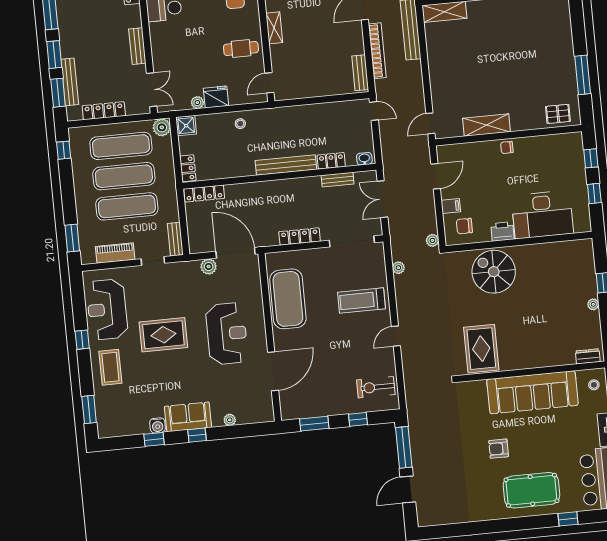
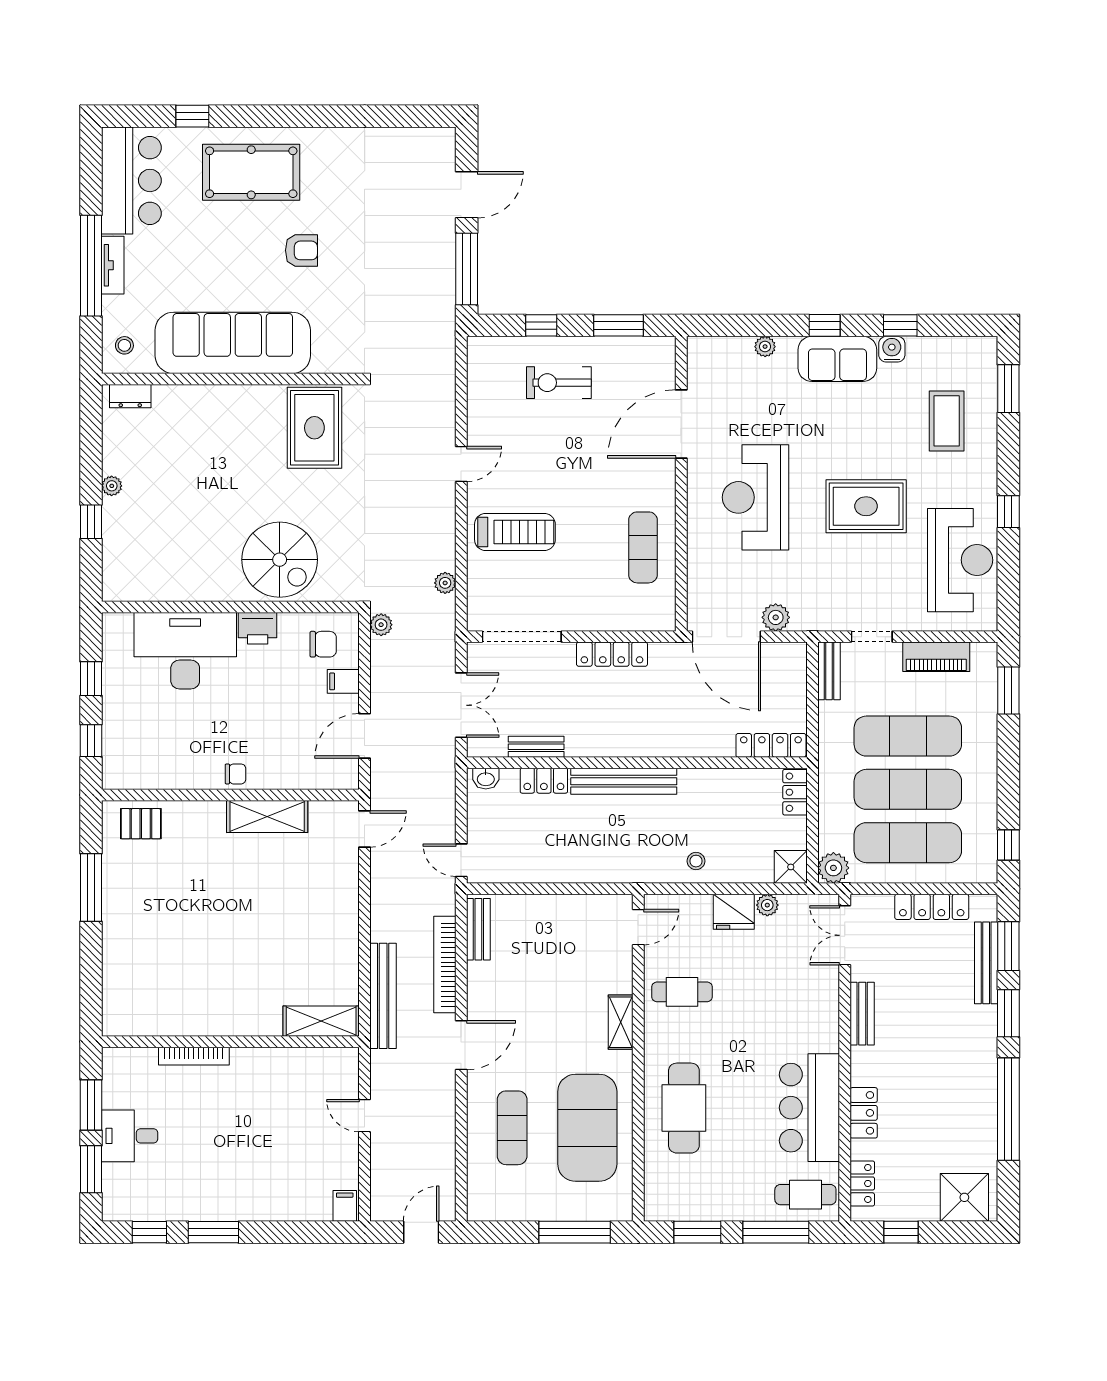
exercise mat: (288, 299) -> (643, 547), width x0.50, depth x0.69
coffee table: (110, 367) -> (947, 421), moved
exercise bike: (376, 387) -> (559, 383), moved, turned 180

